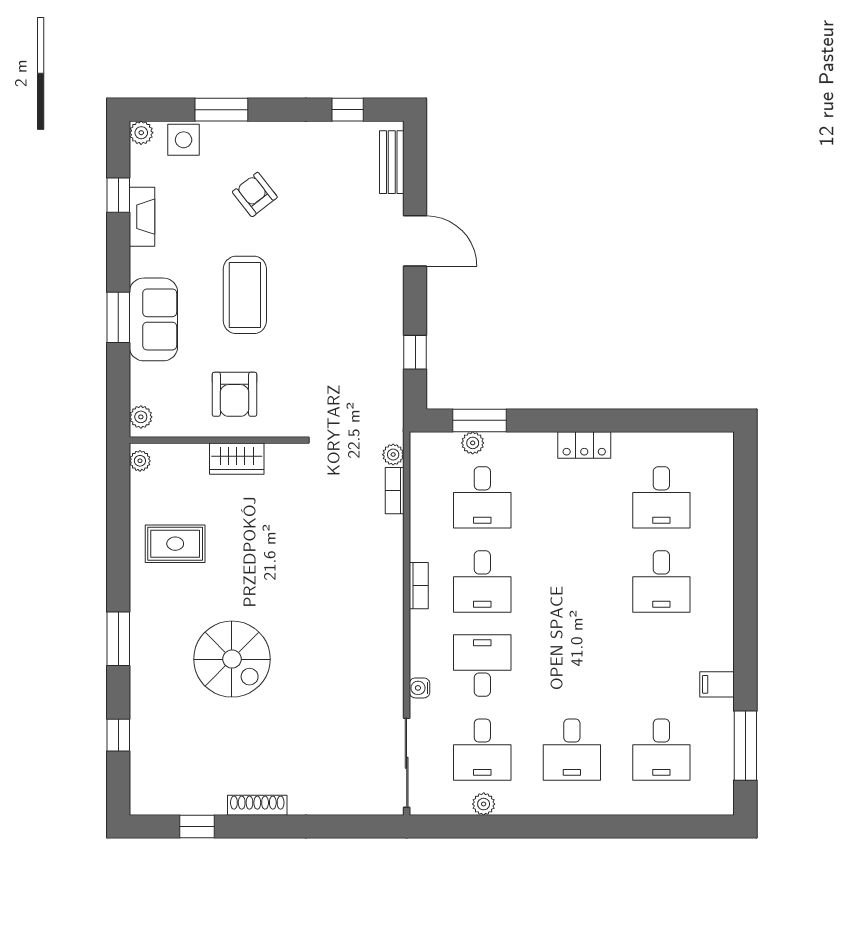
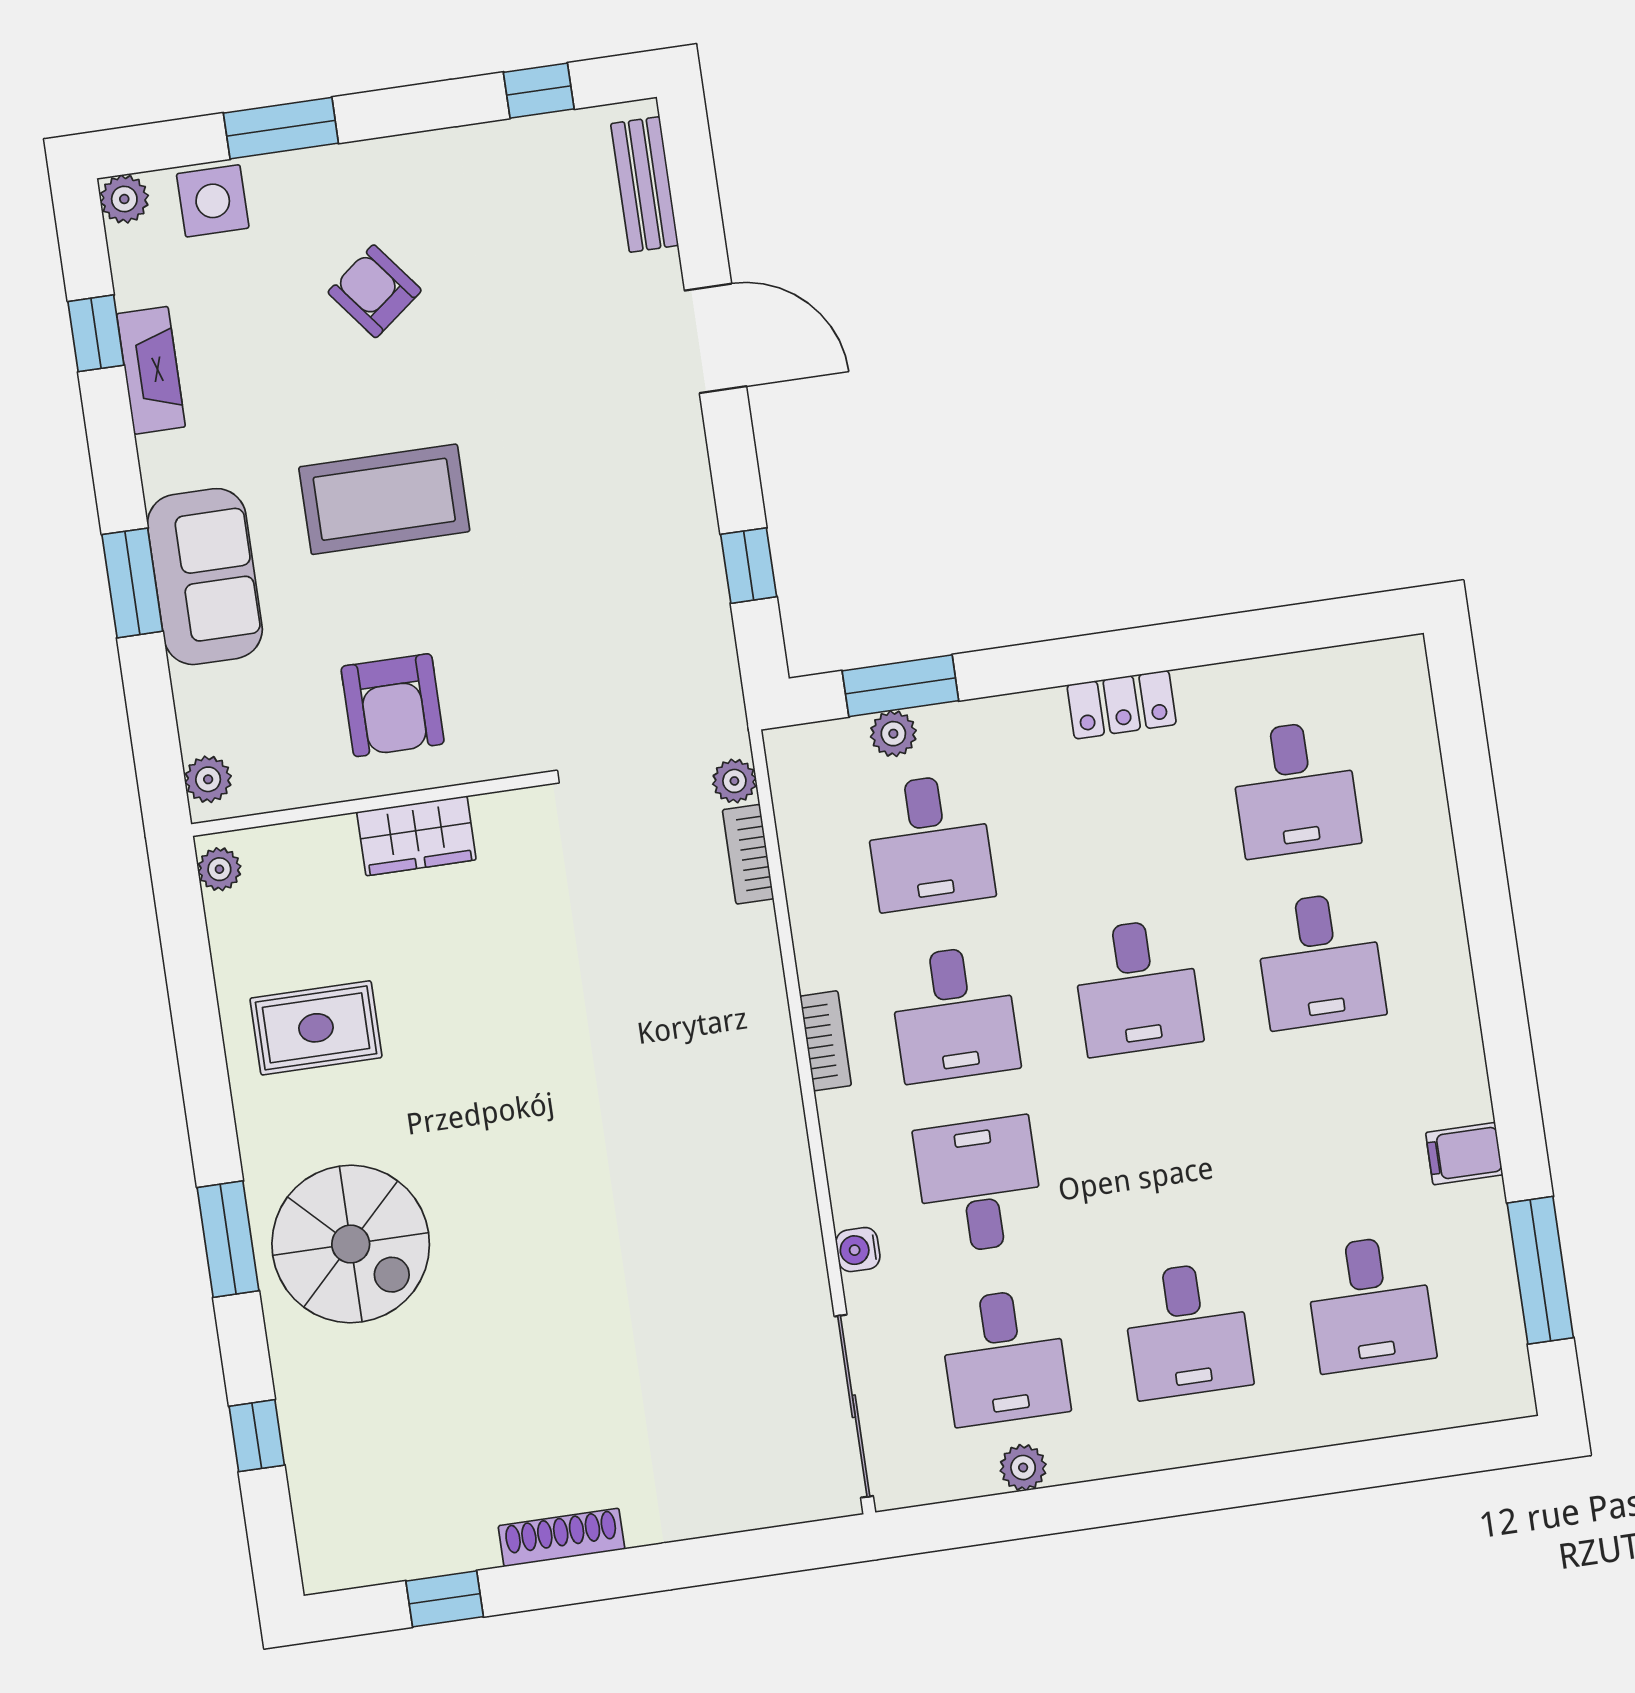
coffee table: (245, 295) -> (384, 499), turned 90
desk: (572, 581) -> (1137, 987), added
spiral stairs: (232, 659) -> (351, 1244), moved

